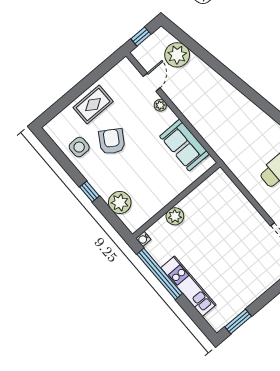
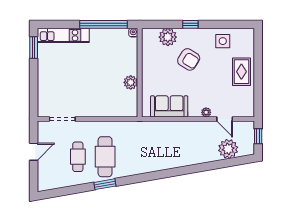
armchair: (112, 141) -> (189, 59), moved
plant: (175, 216) -> (131, 82), moved
kitchen unit: (188, 286) -> (63, 35), moved

